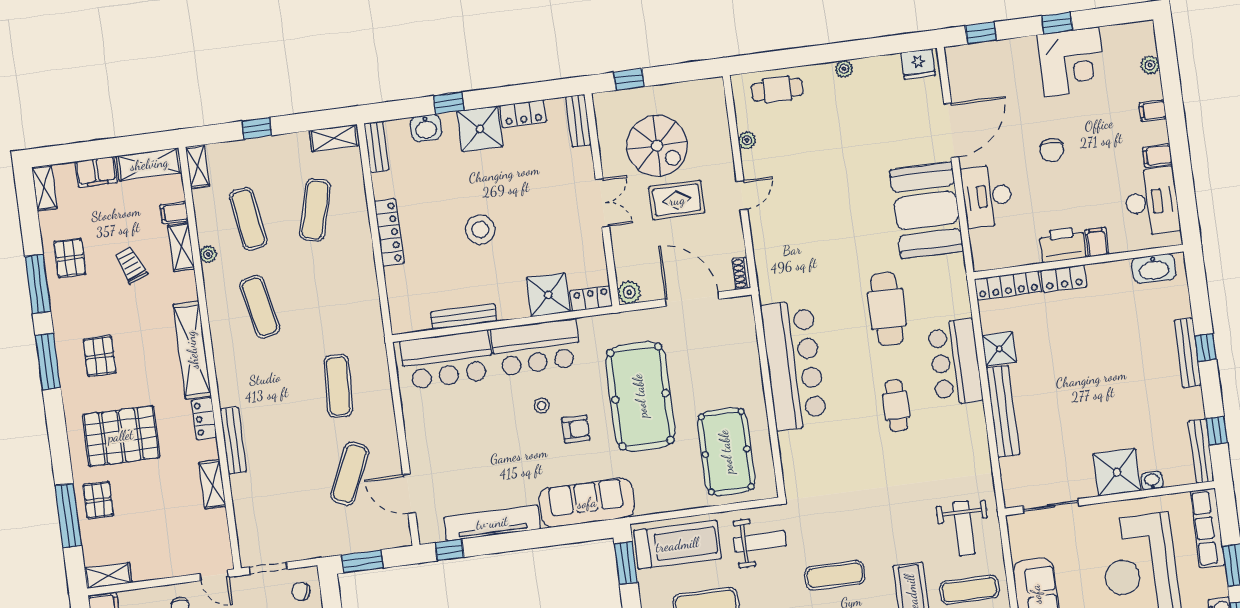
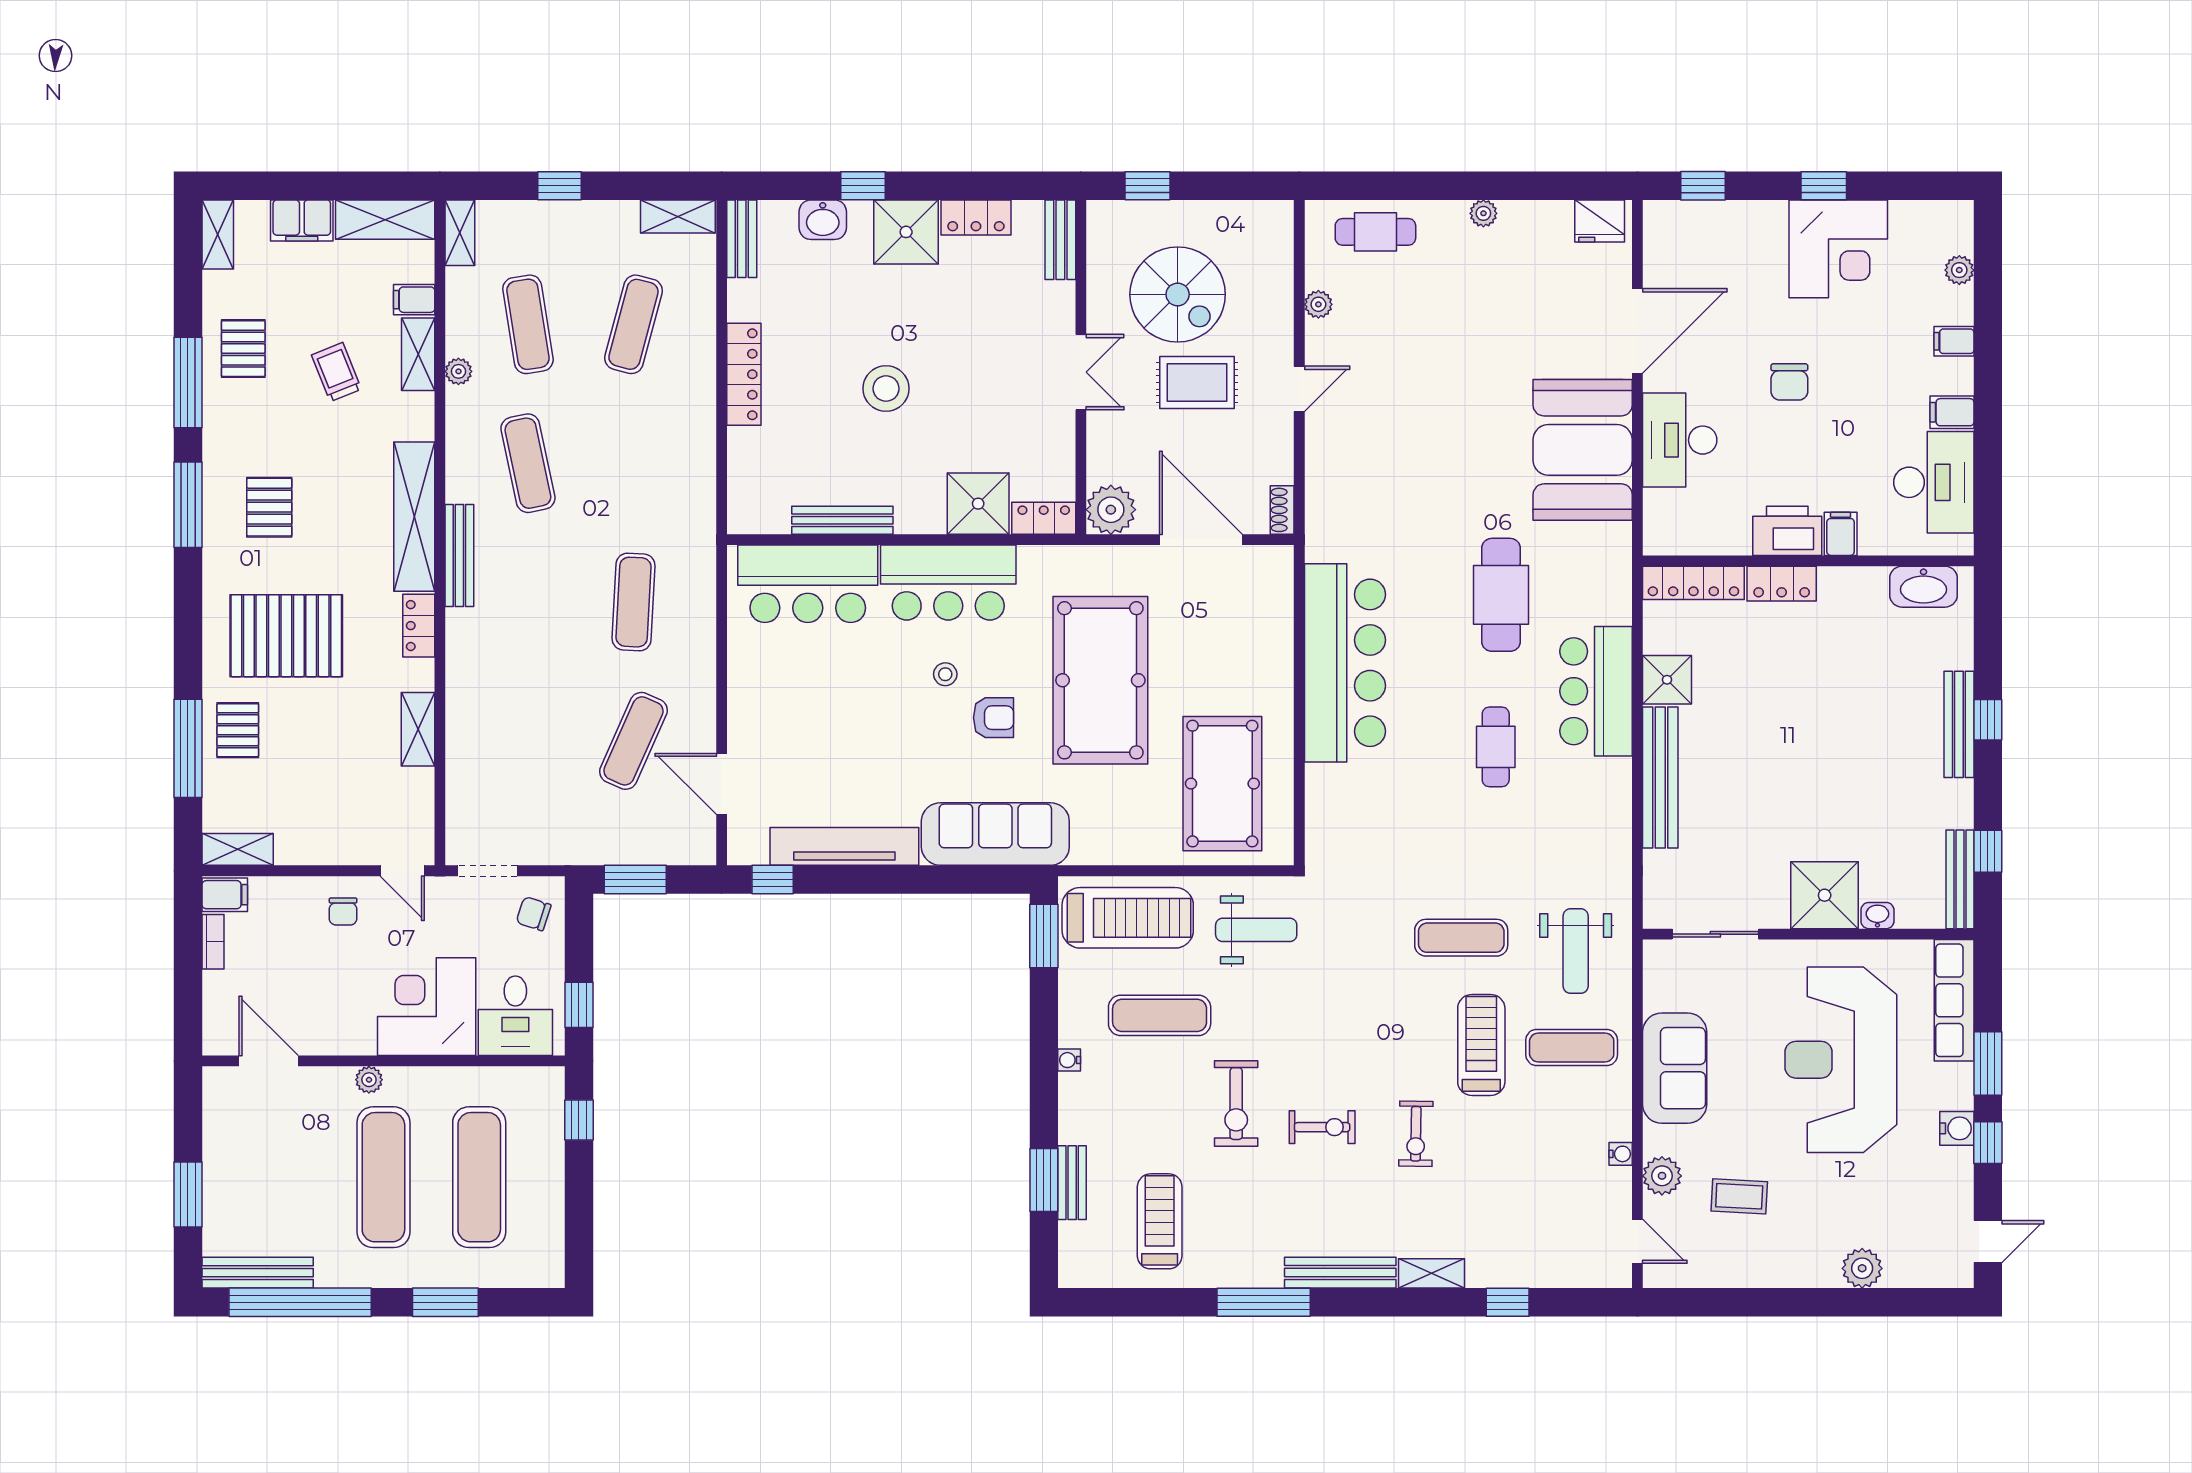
plant: (629, 292) -> (1111, 510), width x1.36, depth x1.36
bench: (233, 440) -> (459, 556), moved
exercise mat: (835, 575) -> (1461, 938), moved

